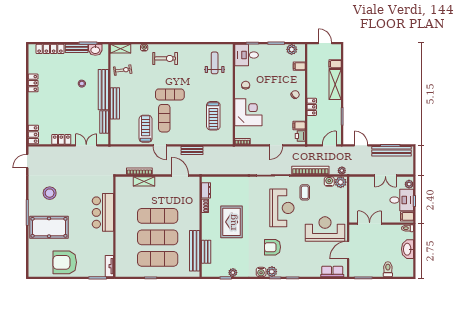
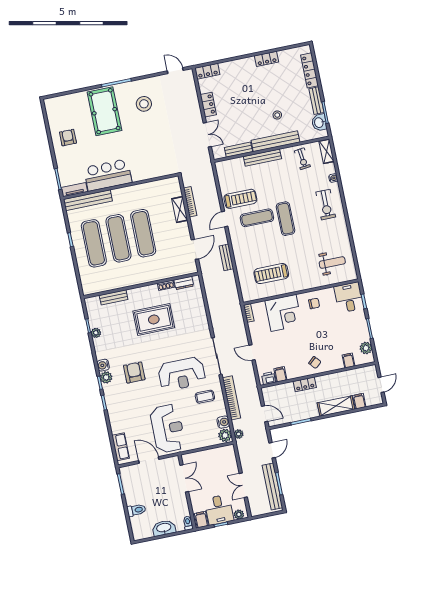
bar counter: (103, 212) -> (108, 175), moved
bench: (195, 251) -> (88, 200), moved
armchair: (65, 262) -> (68, 138), width x0.53, depth x0.53

